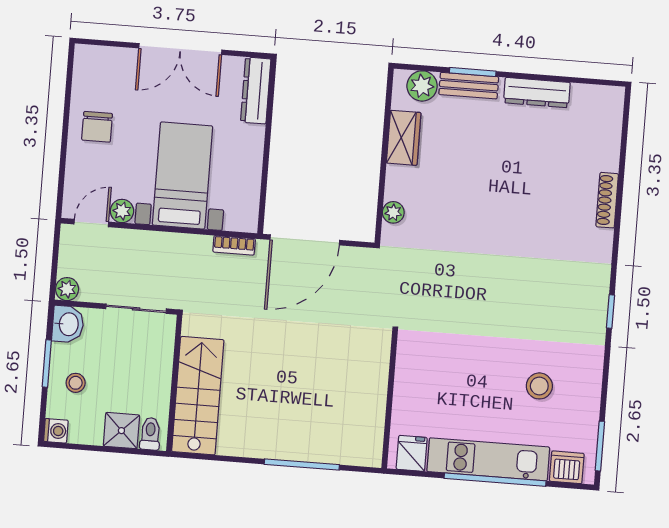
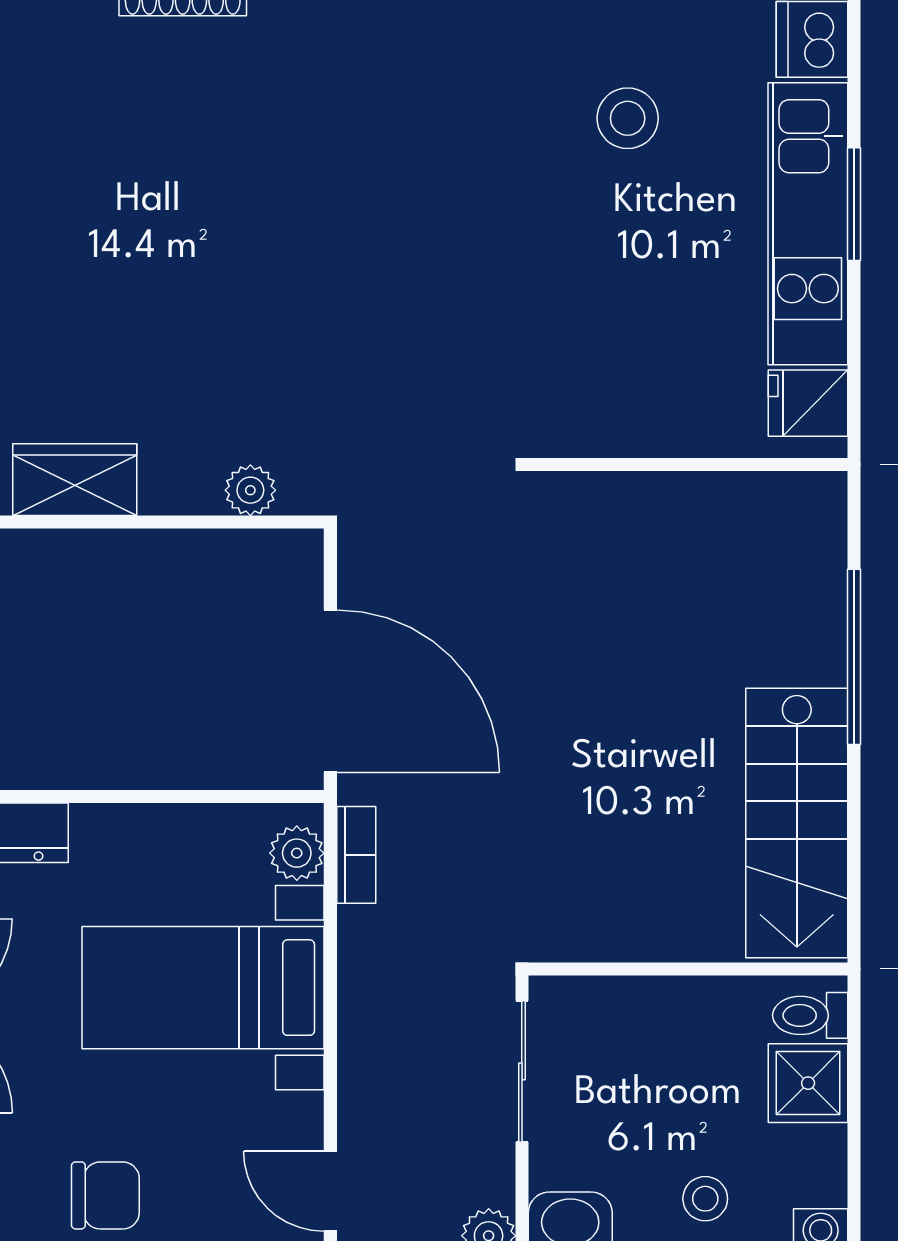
plant: (122, 211) -> (297, 853), moved
stairs: (198, 396) -> (797, 823), moved, turned -90
window: (495, 480) -> (854, 204), width x0.47

